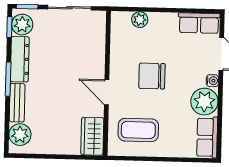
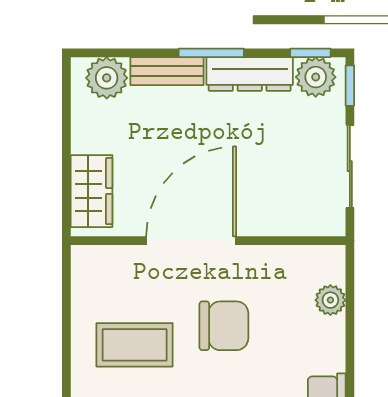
chair: (152, 76) -> (224, 326), turned 90
door: (107, 92) -> (191, 241), width x1.87
coffee table: (138, 130) -> (135, 345), moved, turned 90
wardrobe: (92, 136) -> (92, 191), moved, turned 90

